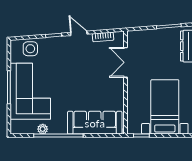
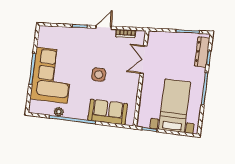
door: (79, 33) -> (104, 27), hinge flipped
side table: (30, 49) -> (99, 75), moved
sofa: (95, 123) -> (108, 112), width x0.73

